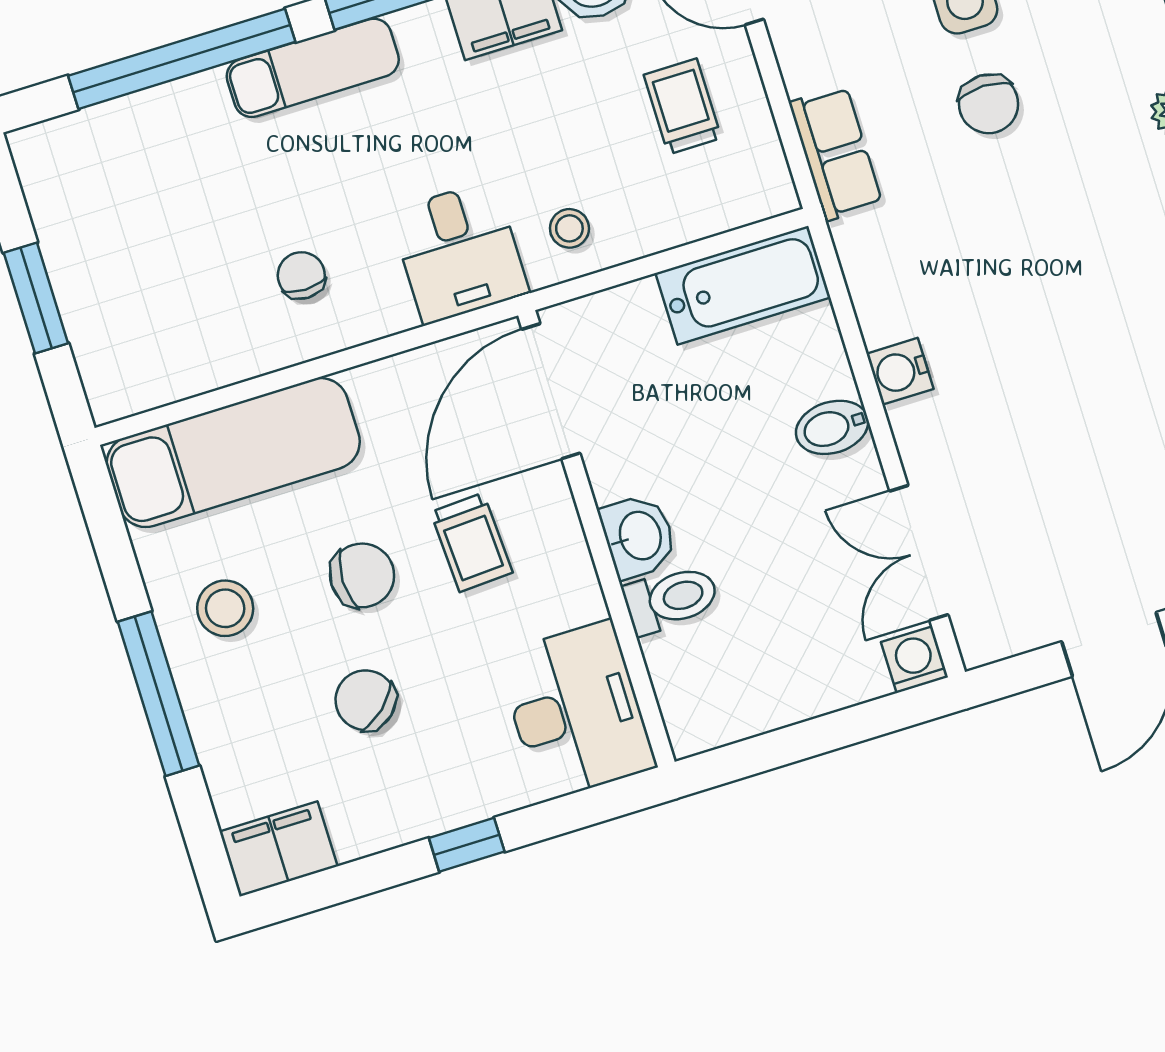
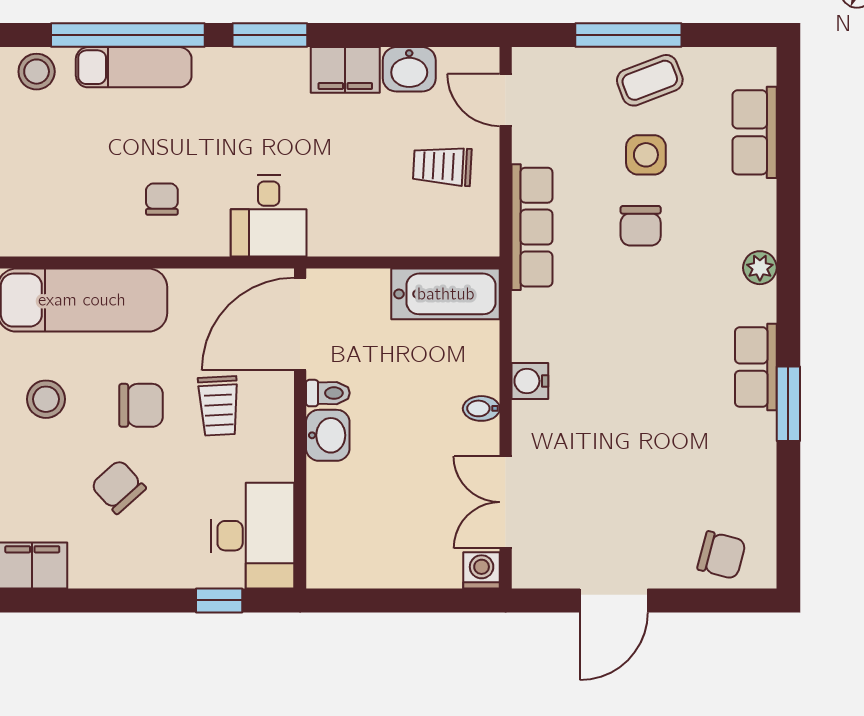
exam couch: (313, 68) -> (134, 67), moved
trolley: (683, 106) -> (442, 166), turned -87
row of seats: (836, 153) -> (532, 227), width x1.48
stool: (569, 228) -> (37, 72), moved, width x1.37, depth x1.37
bidet: (832, 427) -> (481, 408), width x0.72, depth x0.74
toilet: (671, 599) -> (328, 393), moved, width x0.73, depth x0.72
window: (467, 845) -> (219, 600), moved

